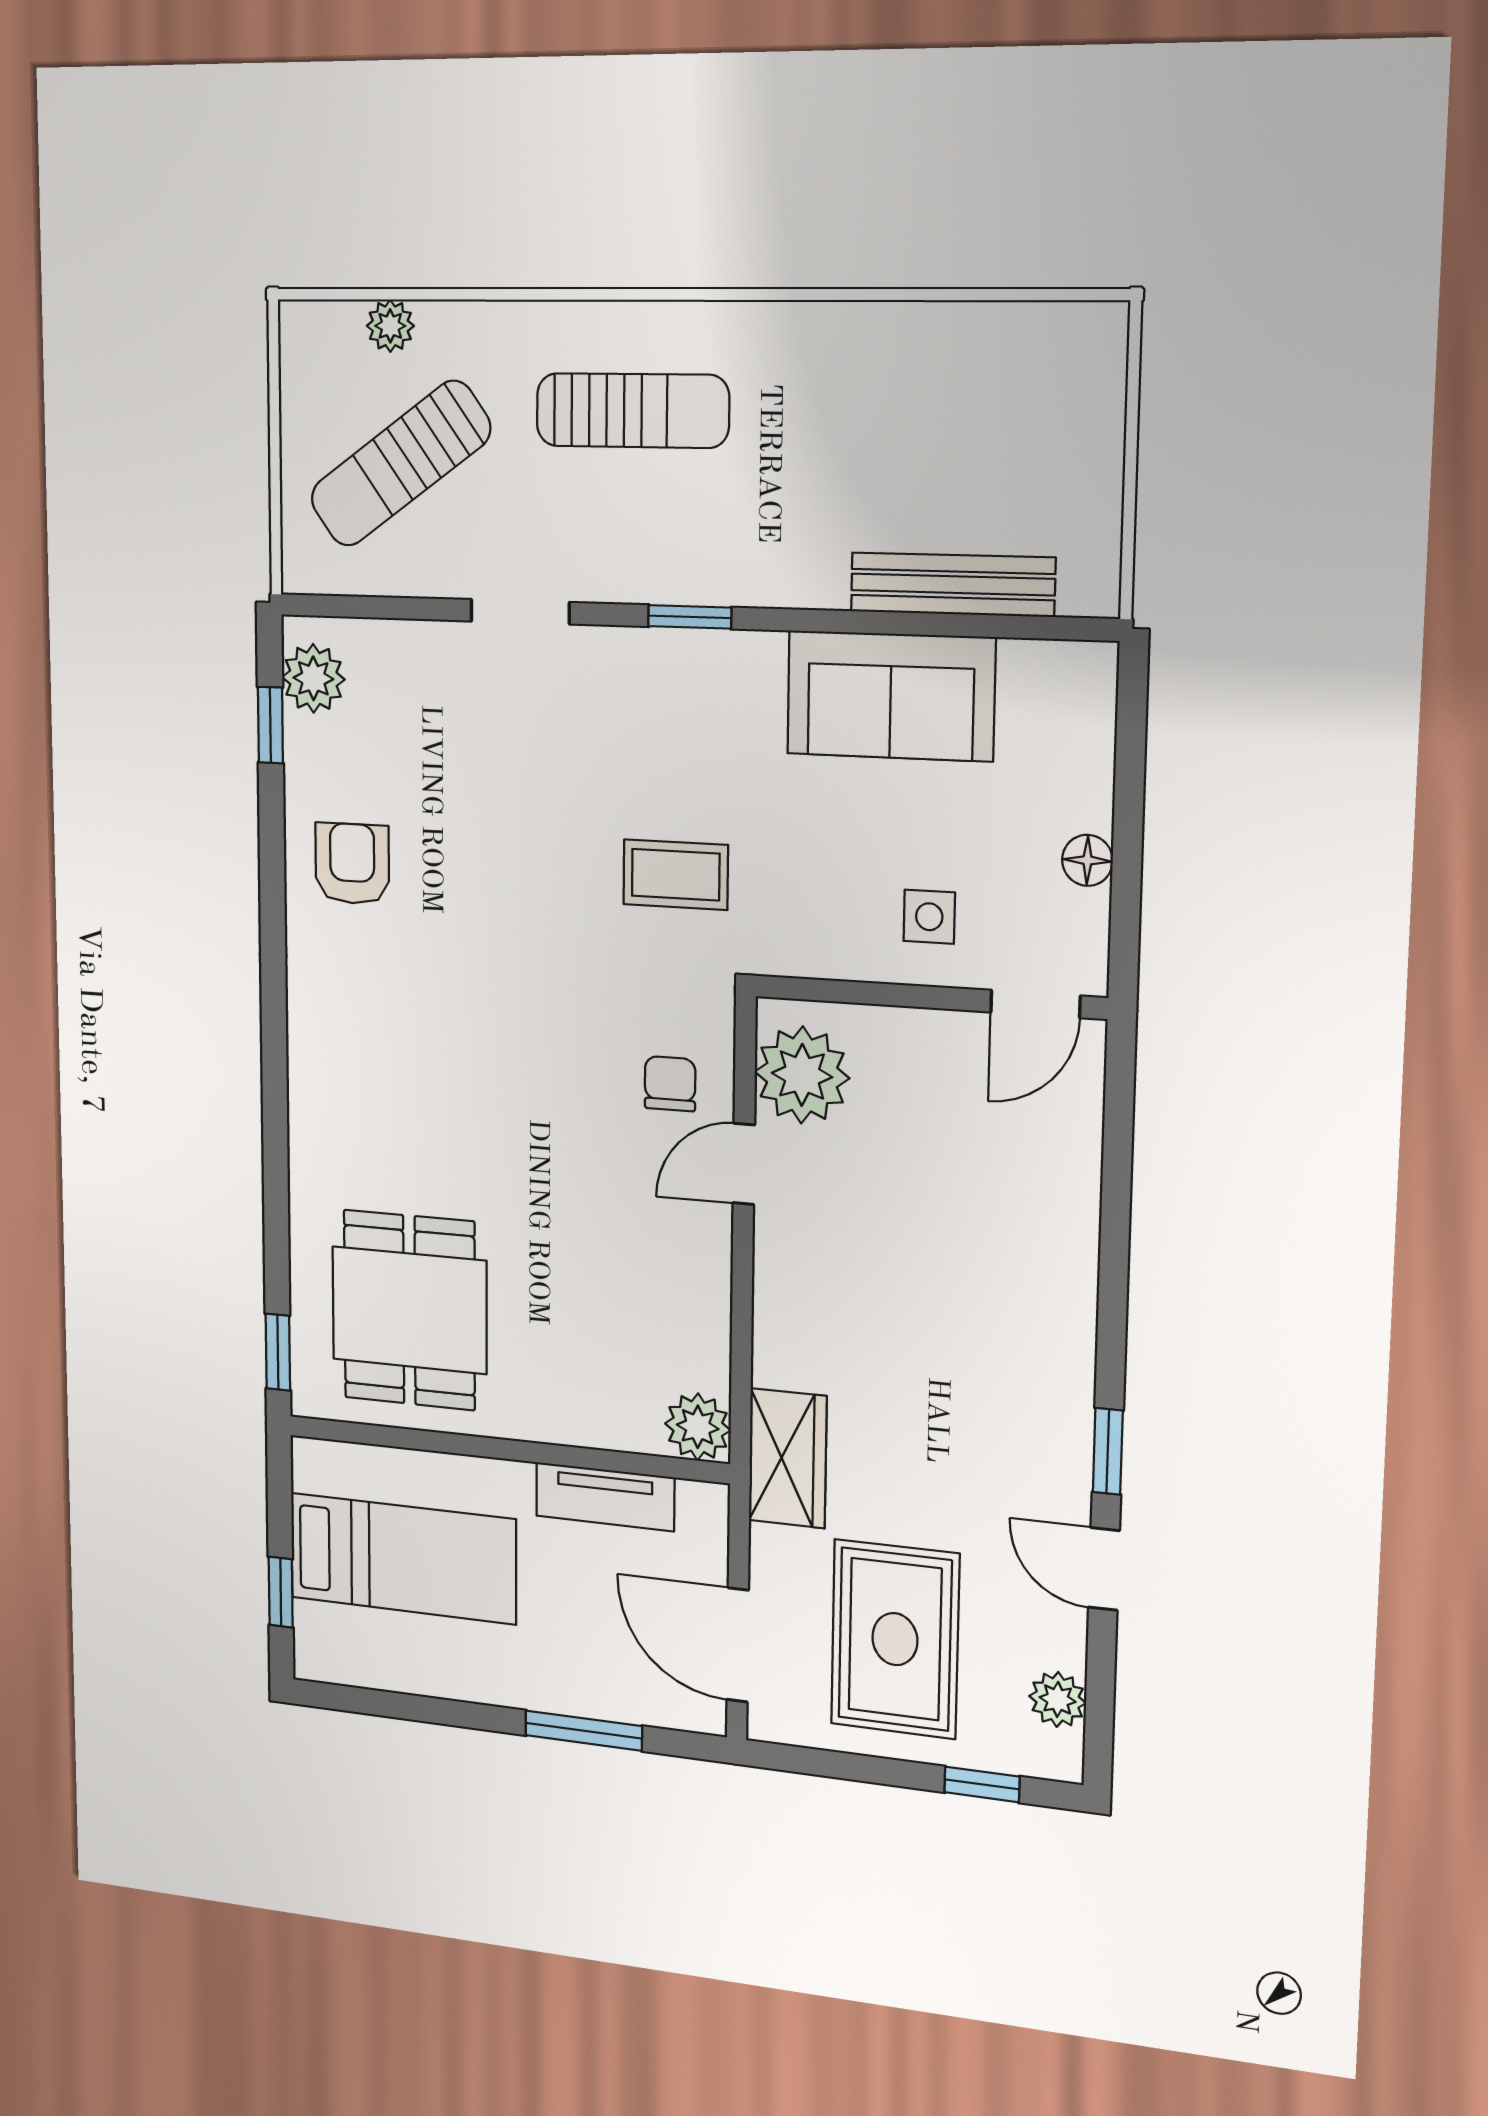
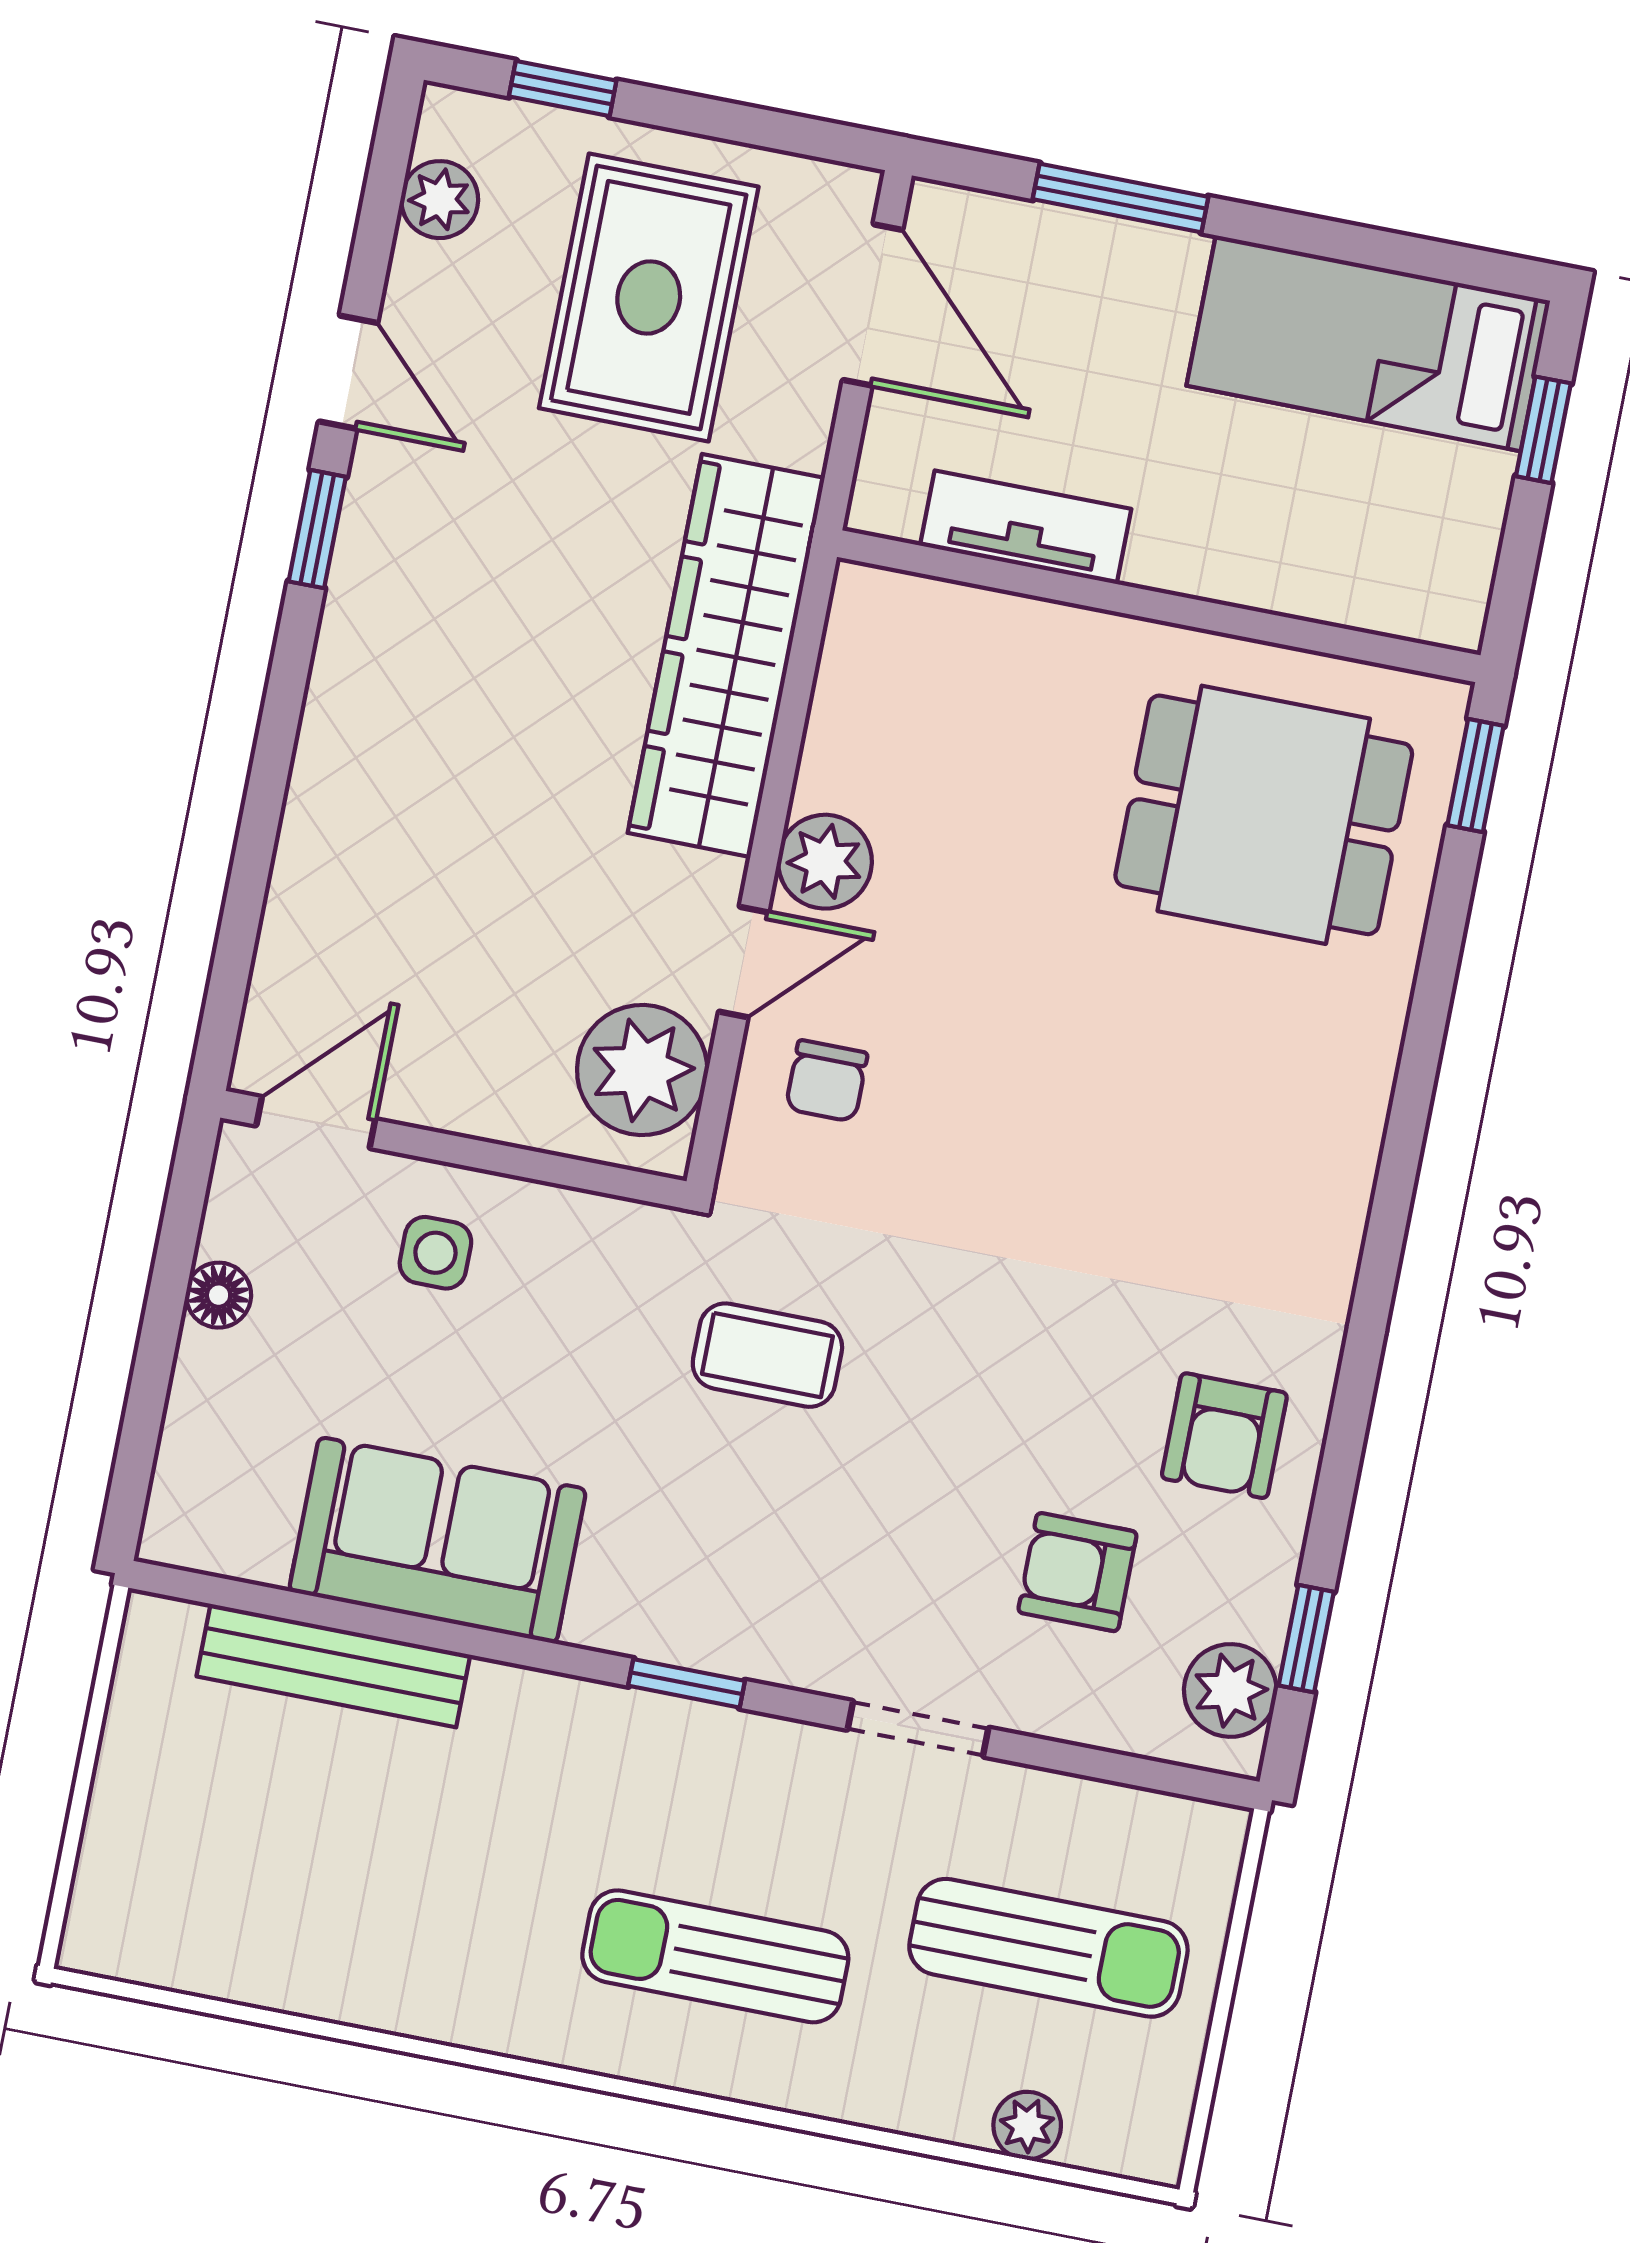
sun lounger: (400, 464) -> (1048, 1948), turned 36
armchair: (432, 748) -> (1077, 1572), added
dining table: (409, 1310) -> (1264, 815), turned 90
plant: (698, 1427) -> (825, 862), moved
wardrobe: (788, 1458) -> (726, 655), width x2.10, depth x1.17
bed: (403, 1558) -> (1368, 343), moved

